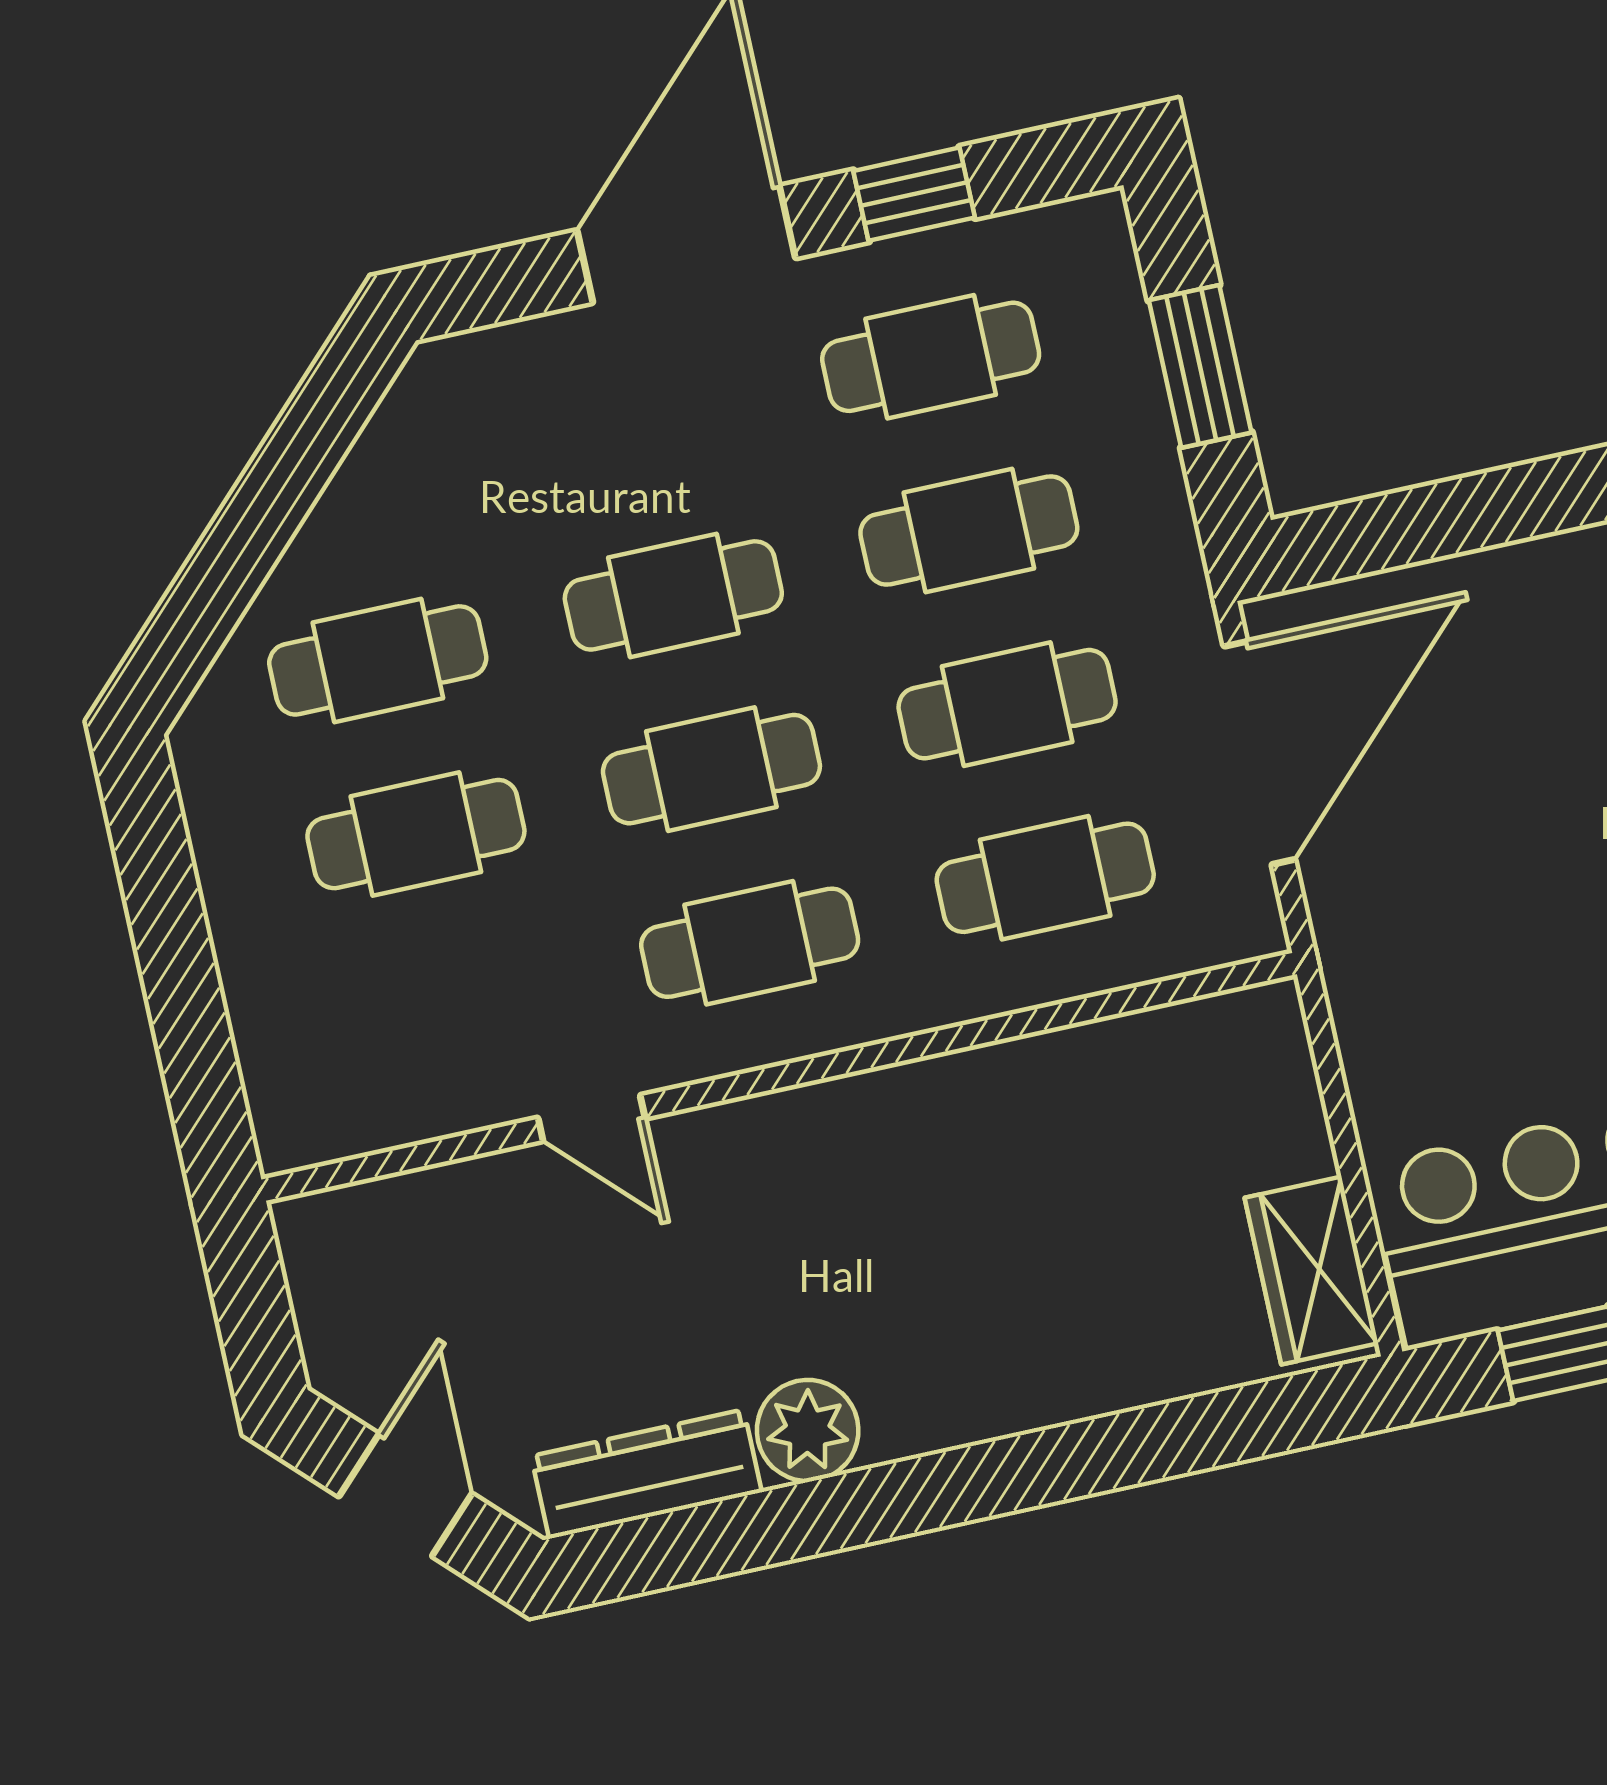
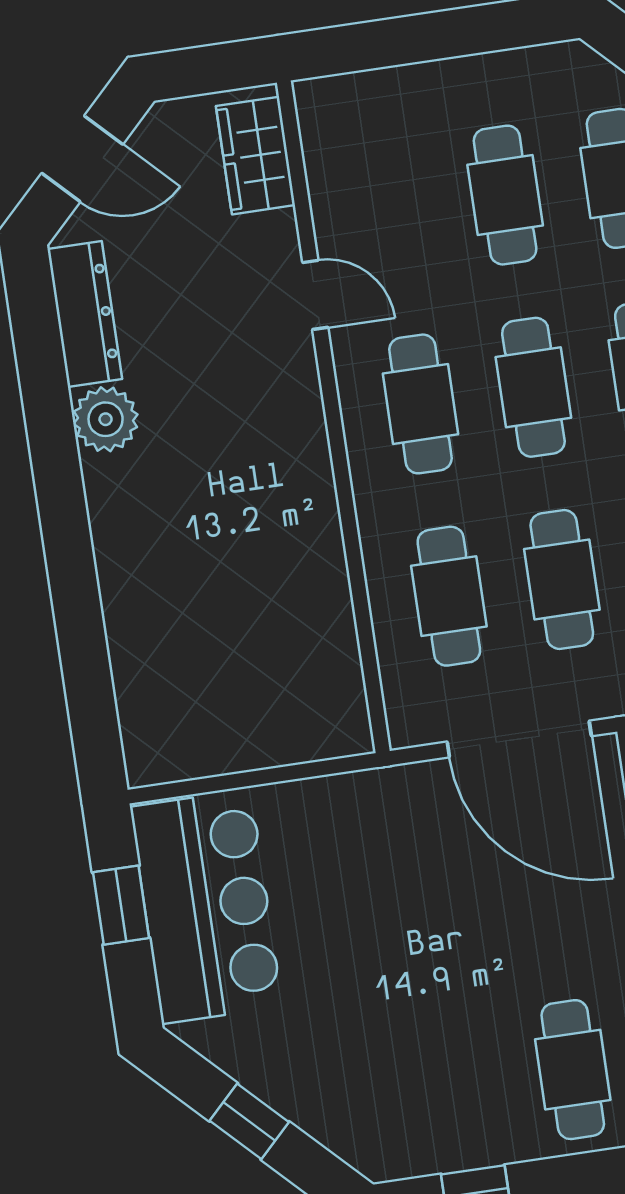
door: (592, 1118) -> (315, 295), swing flipped
wardrobe: (1311, 1271) -> (256, 156), moved, turned -90

